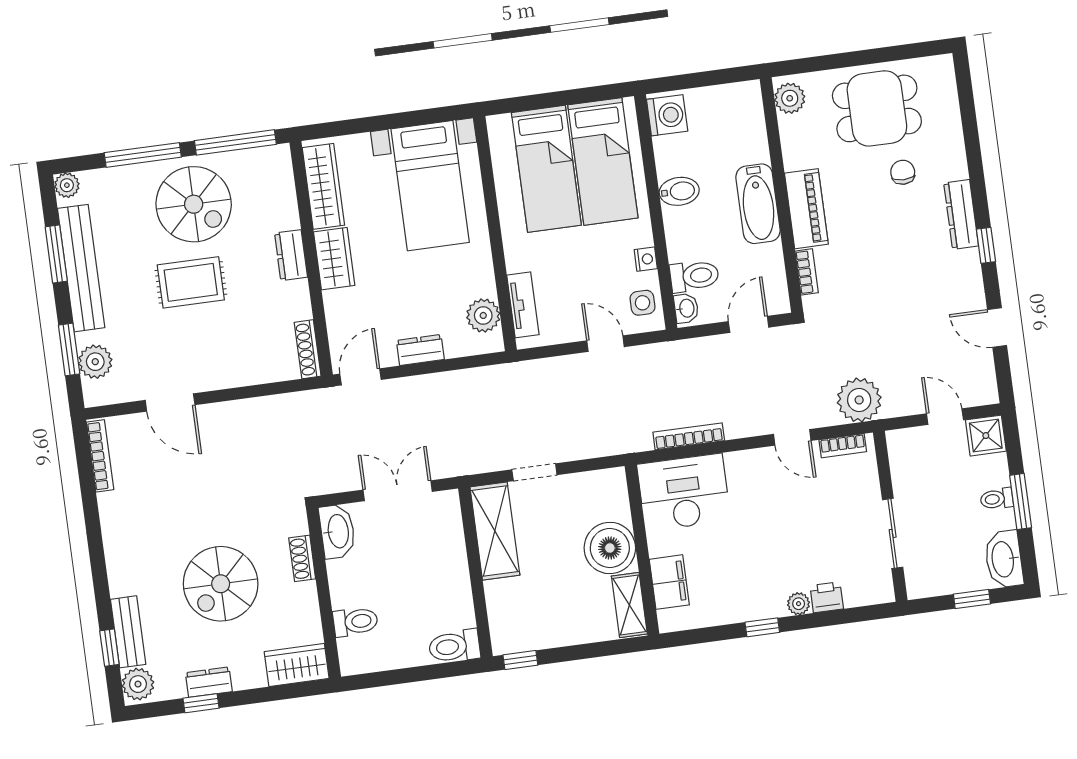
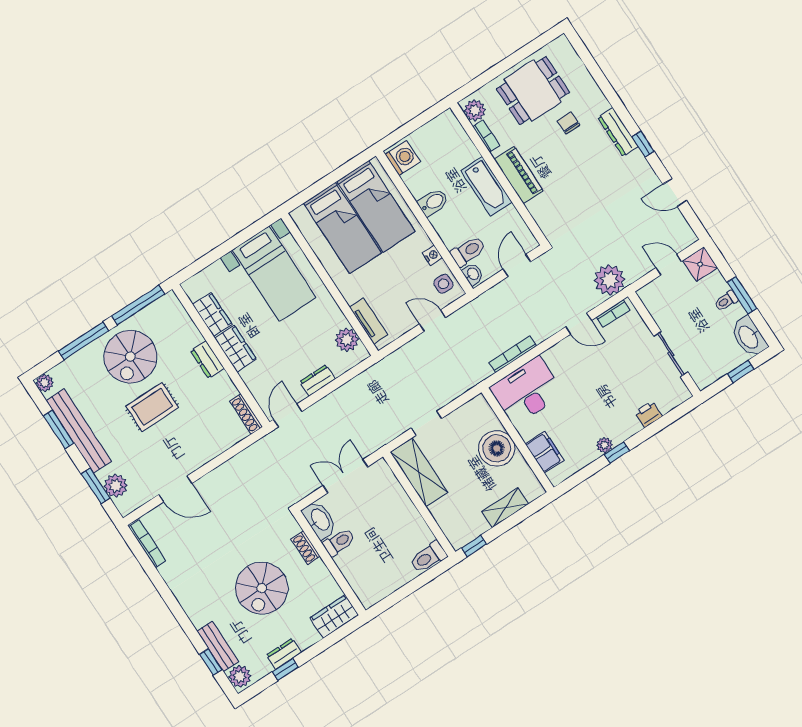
wardrobe: (323, 186) -> (212, 314), width x0.67
spiral stairs: (194, 204) -> (130, 357), turned 90
bookcase: (807, 272) -> (486, 136), moved
plant: (799, 604) -> (604, 445), moved
shelving: (629, 605) -> (505, 508), moved, turned 90
toilet: (355, 622) -> (339, 542), moved

